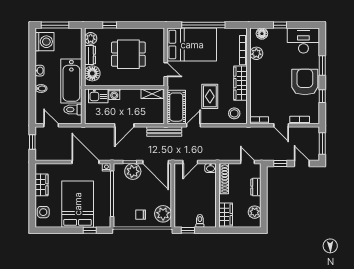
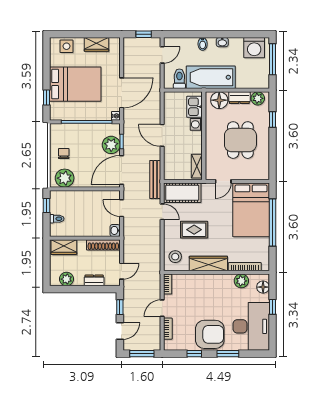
desk: (303, 41) -> (251, 326), width x1.36, depth x1.30

